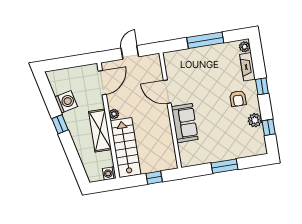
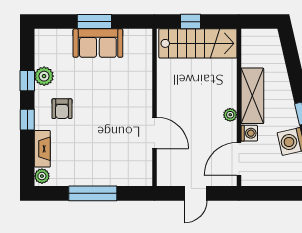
armchair: (238, 99) -> (62, 109), turned 180
sofa: (185, 123) -> (98, 43), moved, turned -90
window: (269, 127) -> (27, 81), moved
stairs: (125, 148) -> (198, 43), moved, turned -90
washing machine: (109, 173) -> (249, 133), moved

